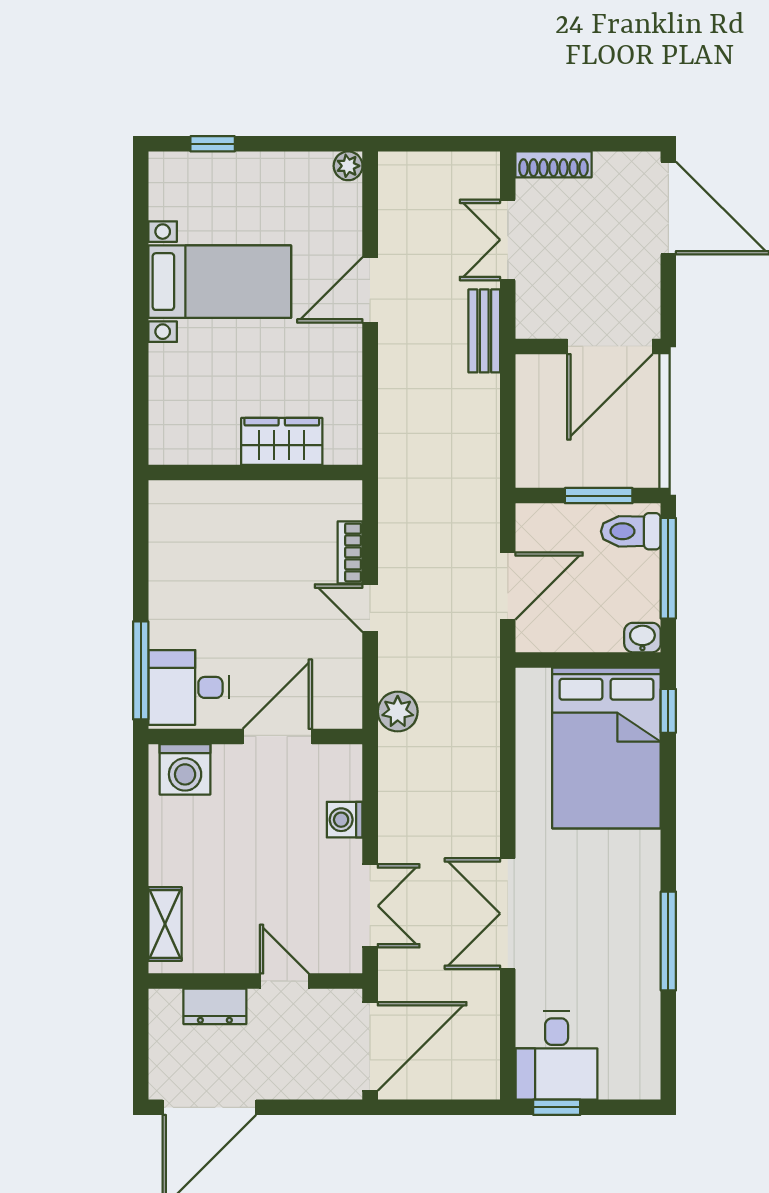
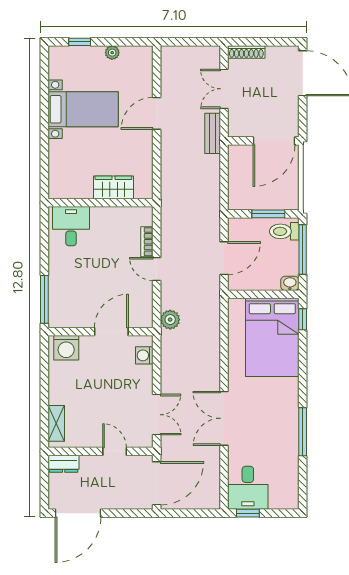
plant: (348, 166) -> (112, 53), moved
desk: (189, 687) -> (71, 226), moved, turned 90
washing machine: (345, 820) -> (144, 355), moved
dresser: (215, 1006) -> (64, 464), moved

